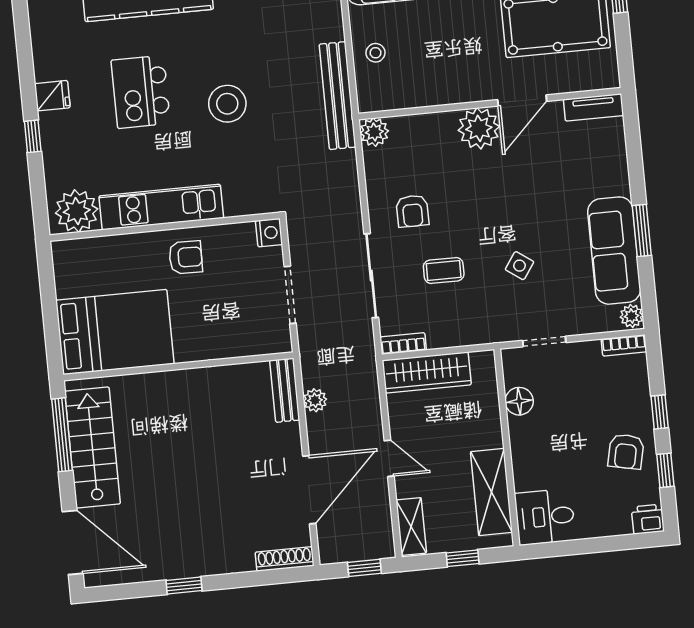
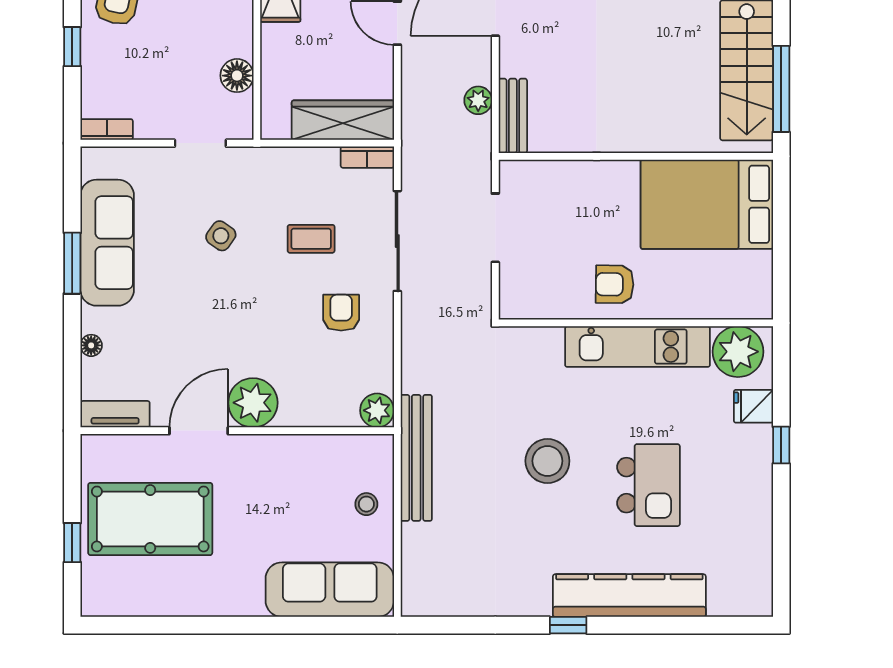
fridge: (52, 96) -> (753, 406), moved
floor lamp: (619, 163) -> (91, 345), added
nightstand: (269, 233) -> (513, 304), removed
plant: (632, 316) -> (94, 163), removed

